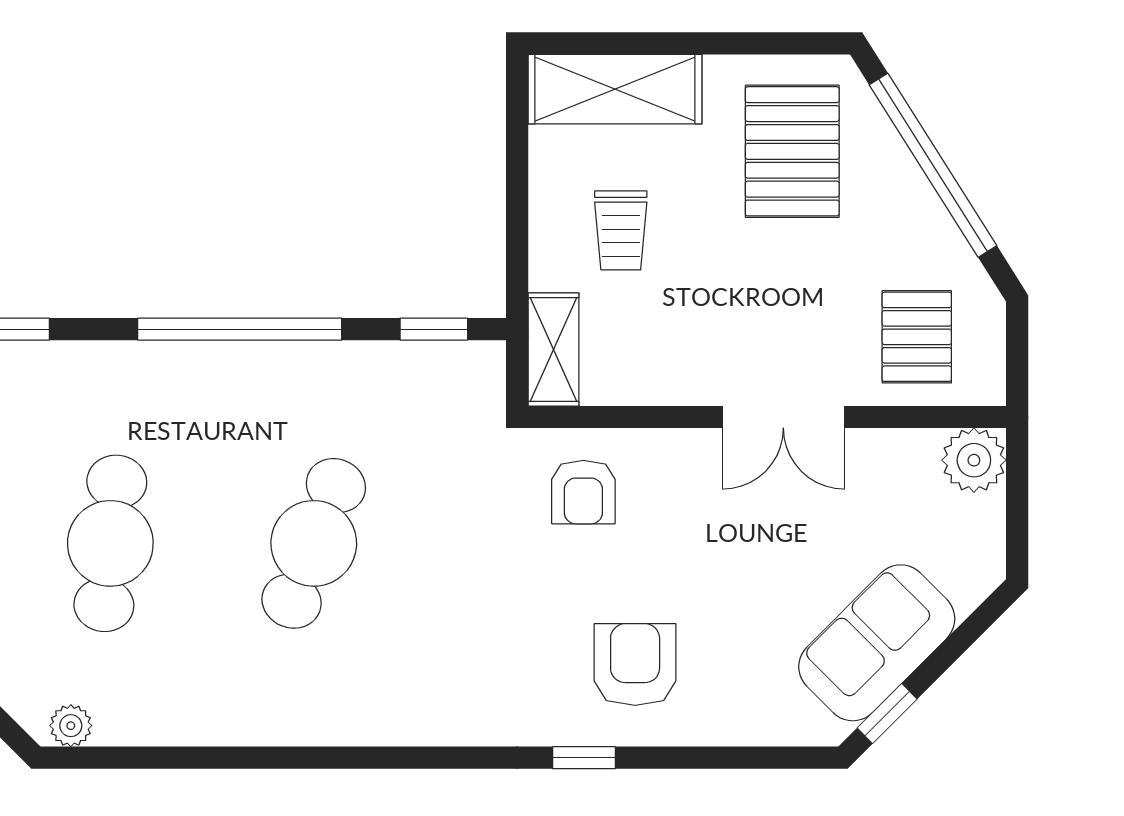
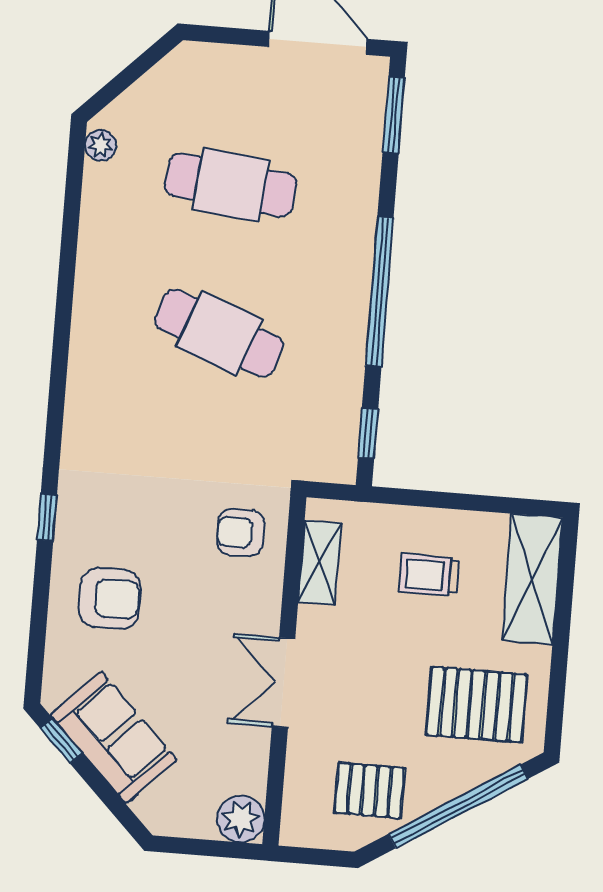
pallet: (917, 337) -> (370, 790), moved
shelving: (553, 349) -> (320, 563), moved, turned 90
armchair: (635, 665) -> (110, 599), moved

